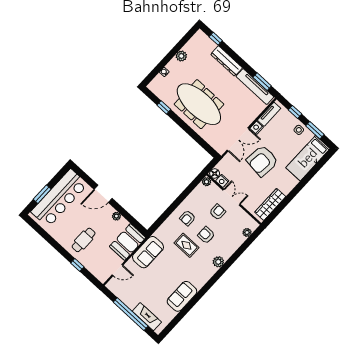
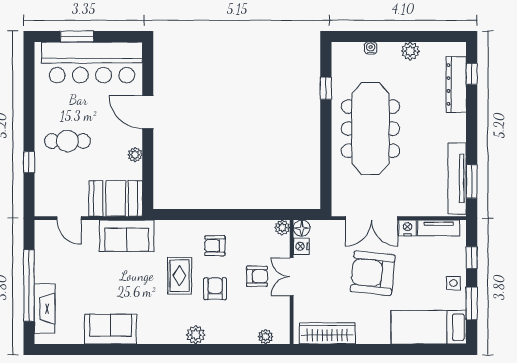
dresser: (226, 61) -> (456, 84), moved
double door: (232, 197) -> (292, 277), swing flipped

